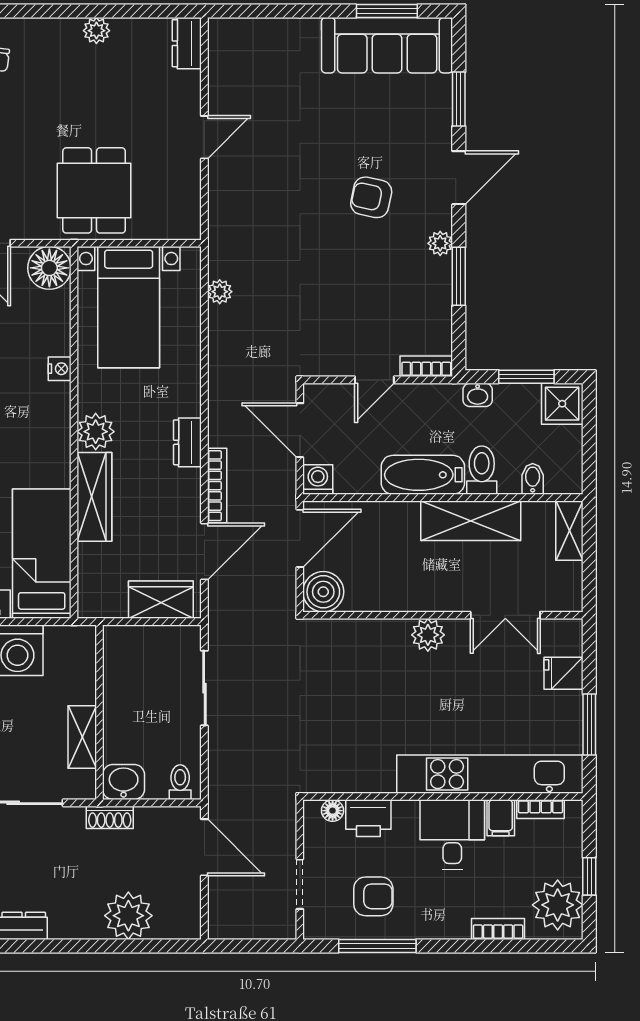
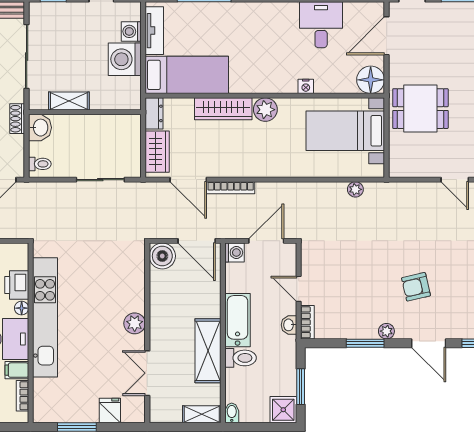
armchair: (371, 197) -> (416, 287), turned -115
washbasin: (478, 395) -> (289, 325), moved
dresser: (187, 442) -> (154, 113), moved, turned 90
bidet: (533, 479) -> (232, 413), moved, turned -90
kitchen unit: (490, 774) -> (45, 317), moved
floor lamp: (333, 811) -> (22, 308), moved

